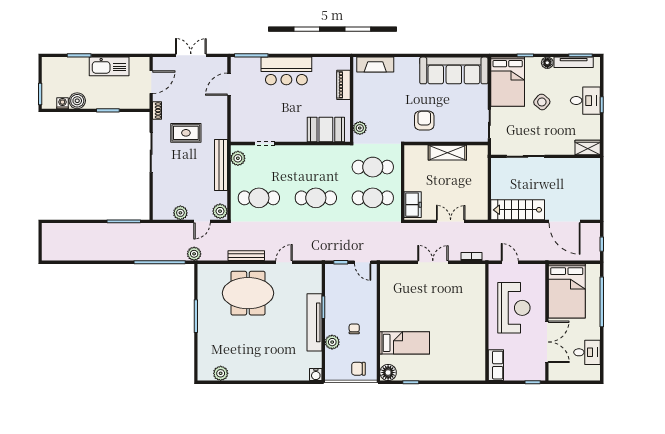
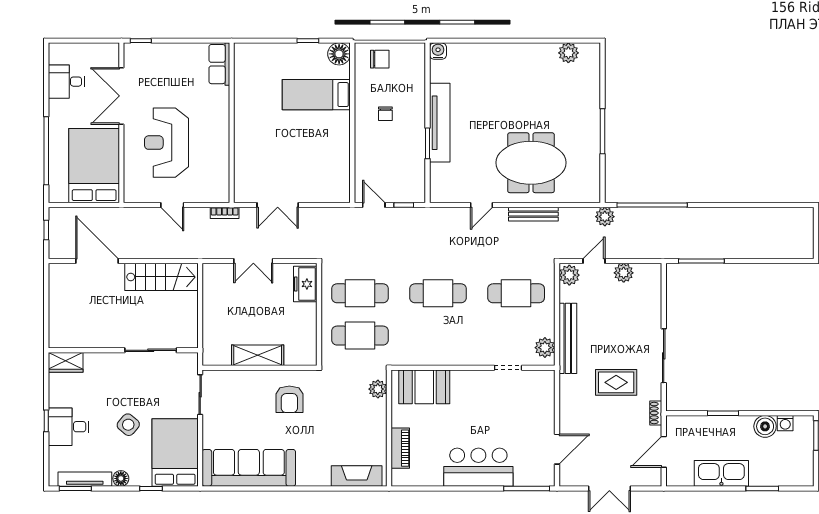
wall: (487, 322) -> (232, 123), moved
plant: (332, 342) -> (416, 96), removed
row of seats: (496, 365) -> (219, 64), moved

